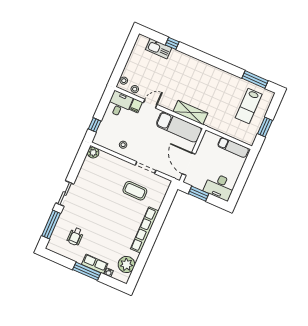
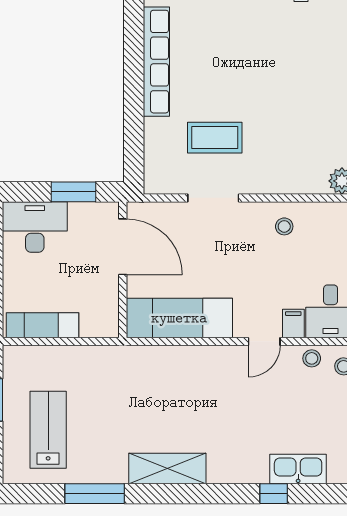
window: (255, 80) -> (95, 494), moved
shelving: (190, 112) -> (167, 468), moved

